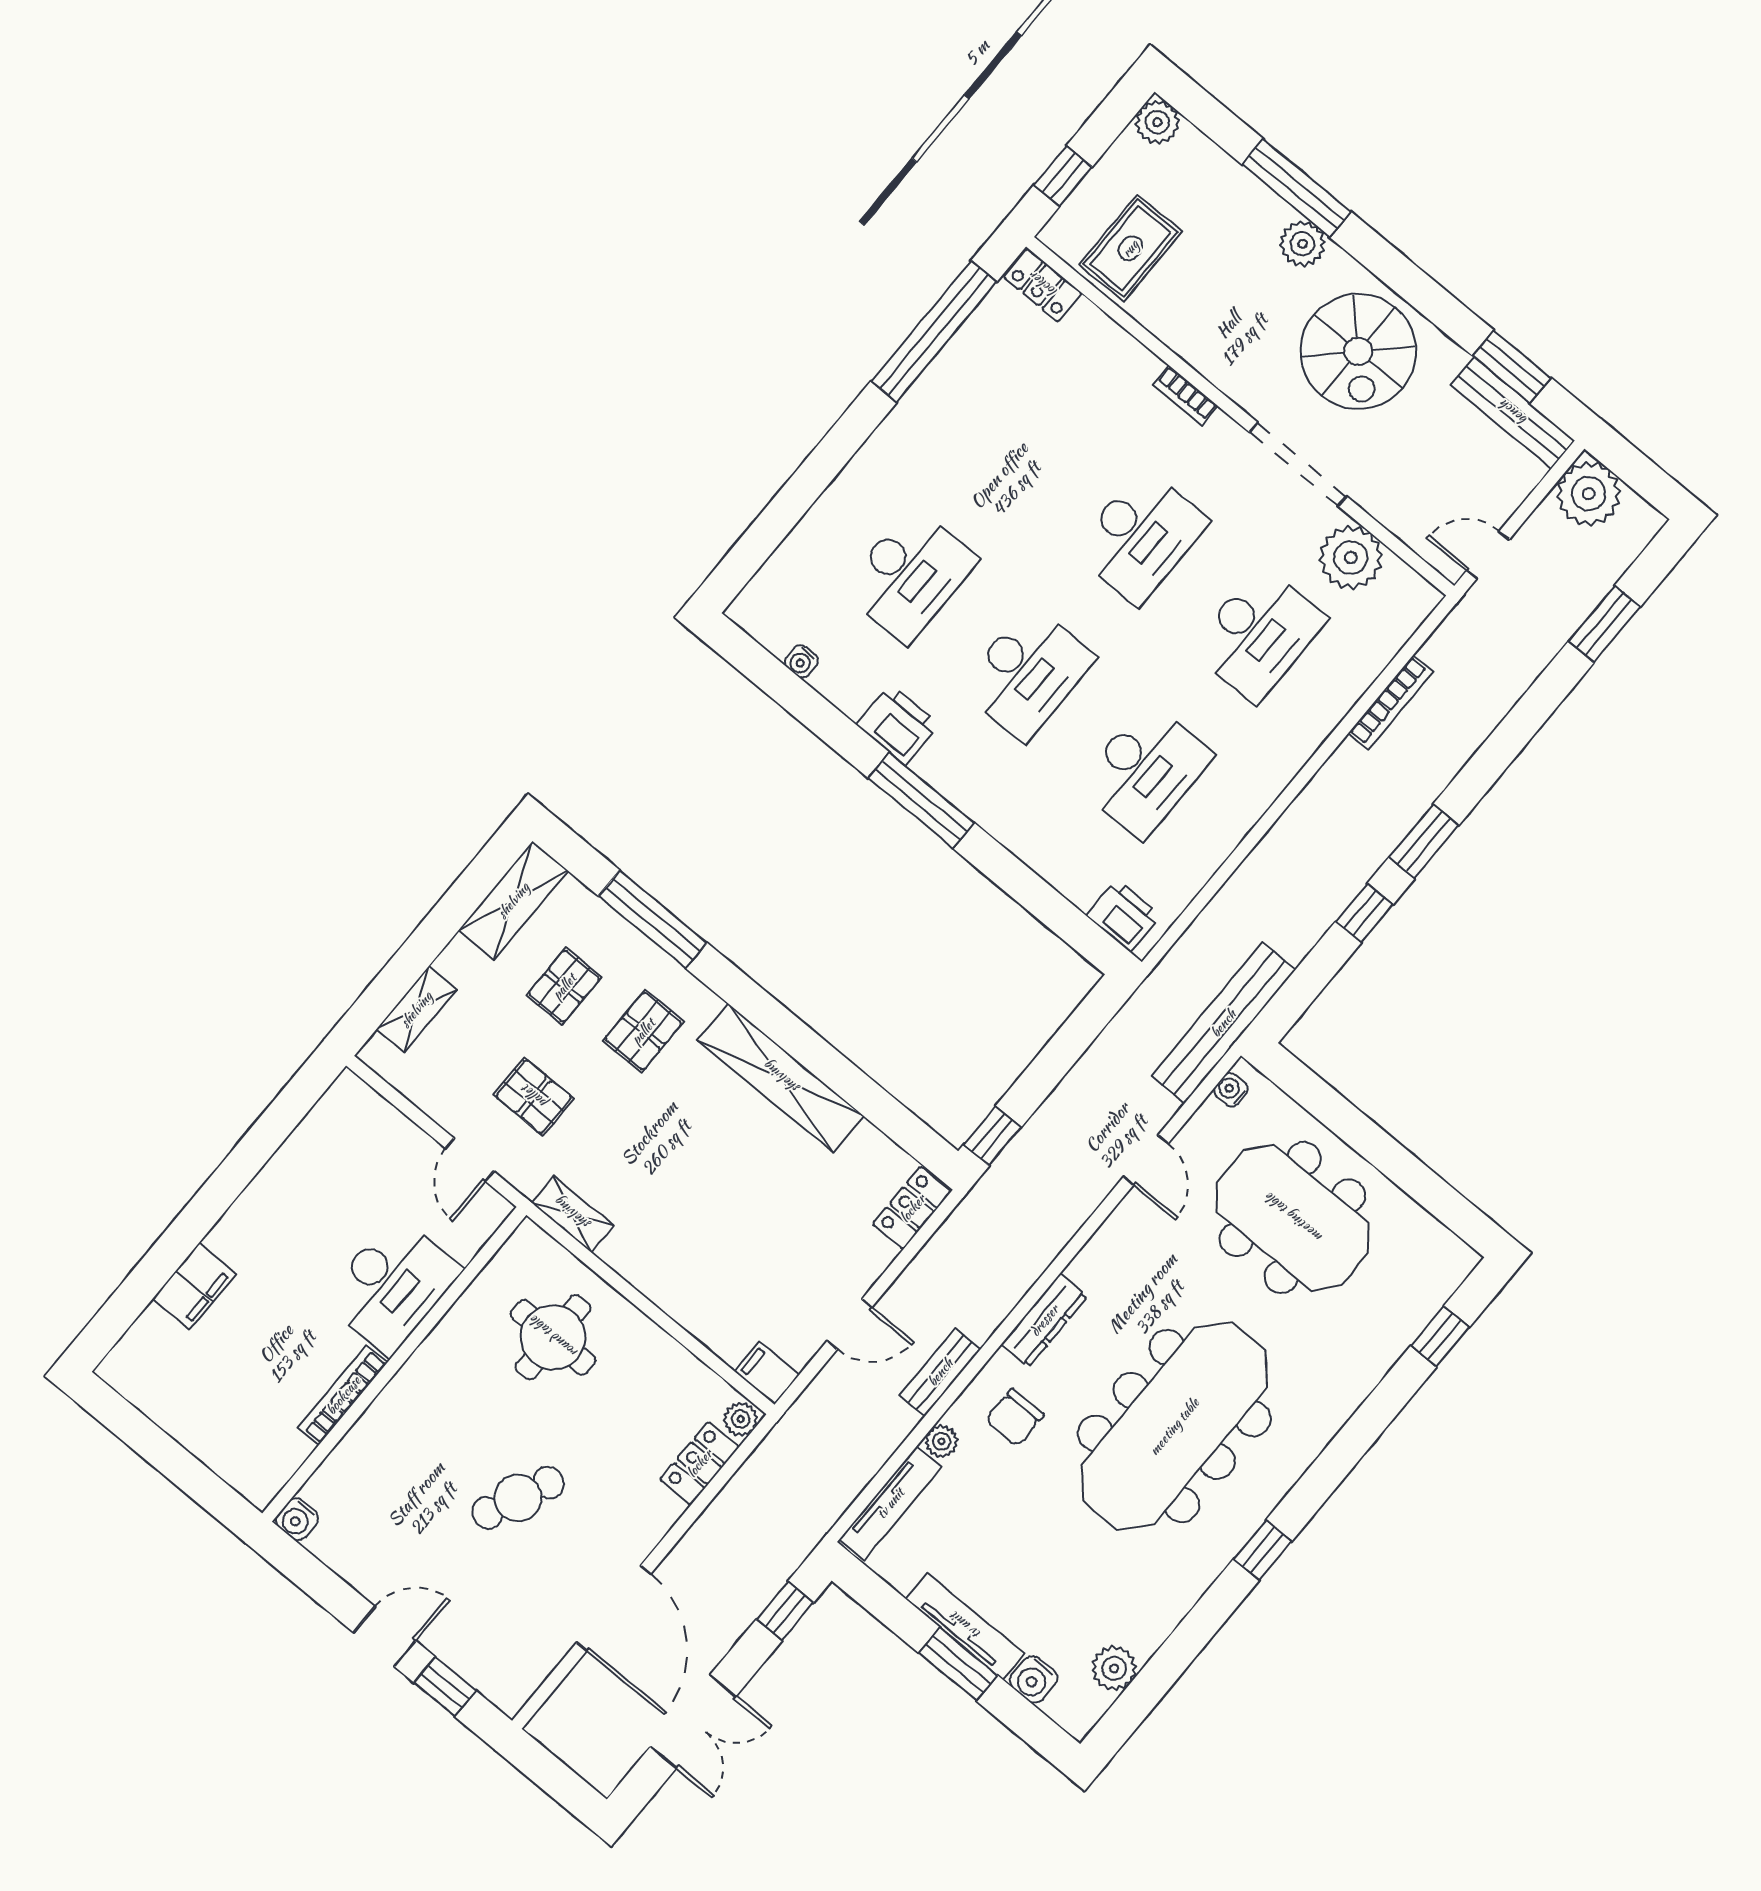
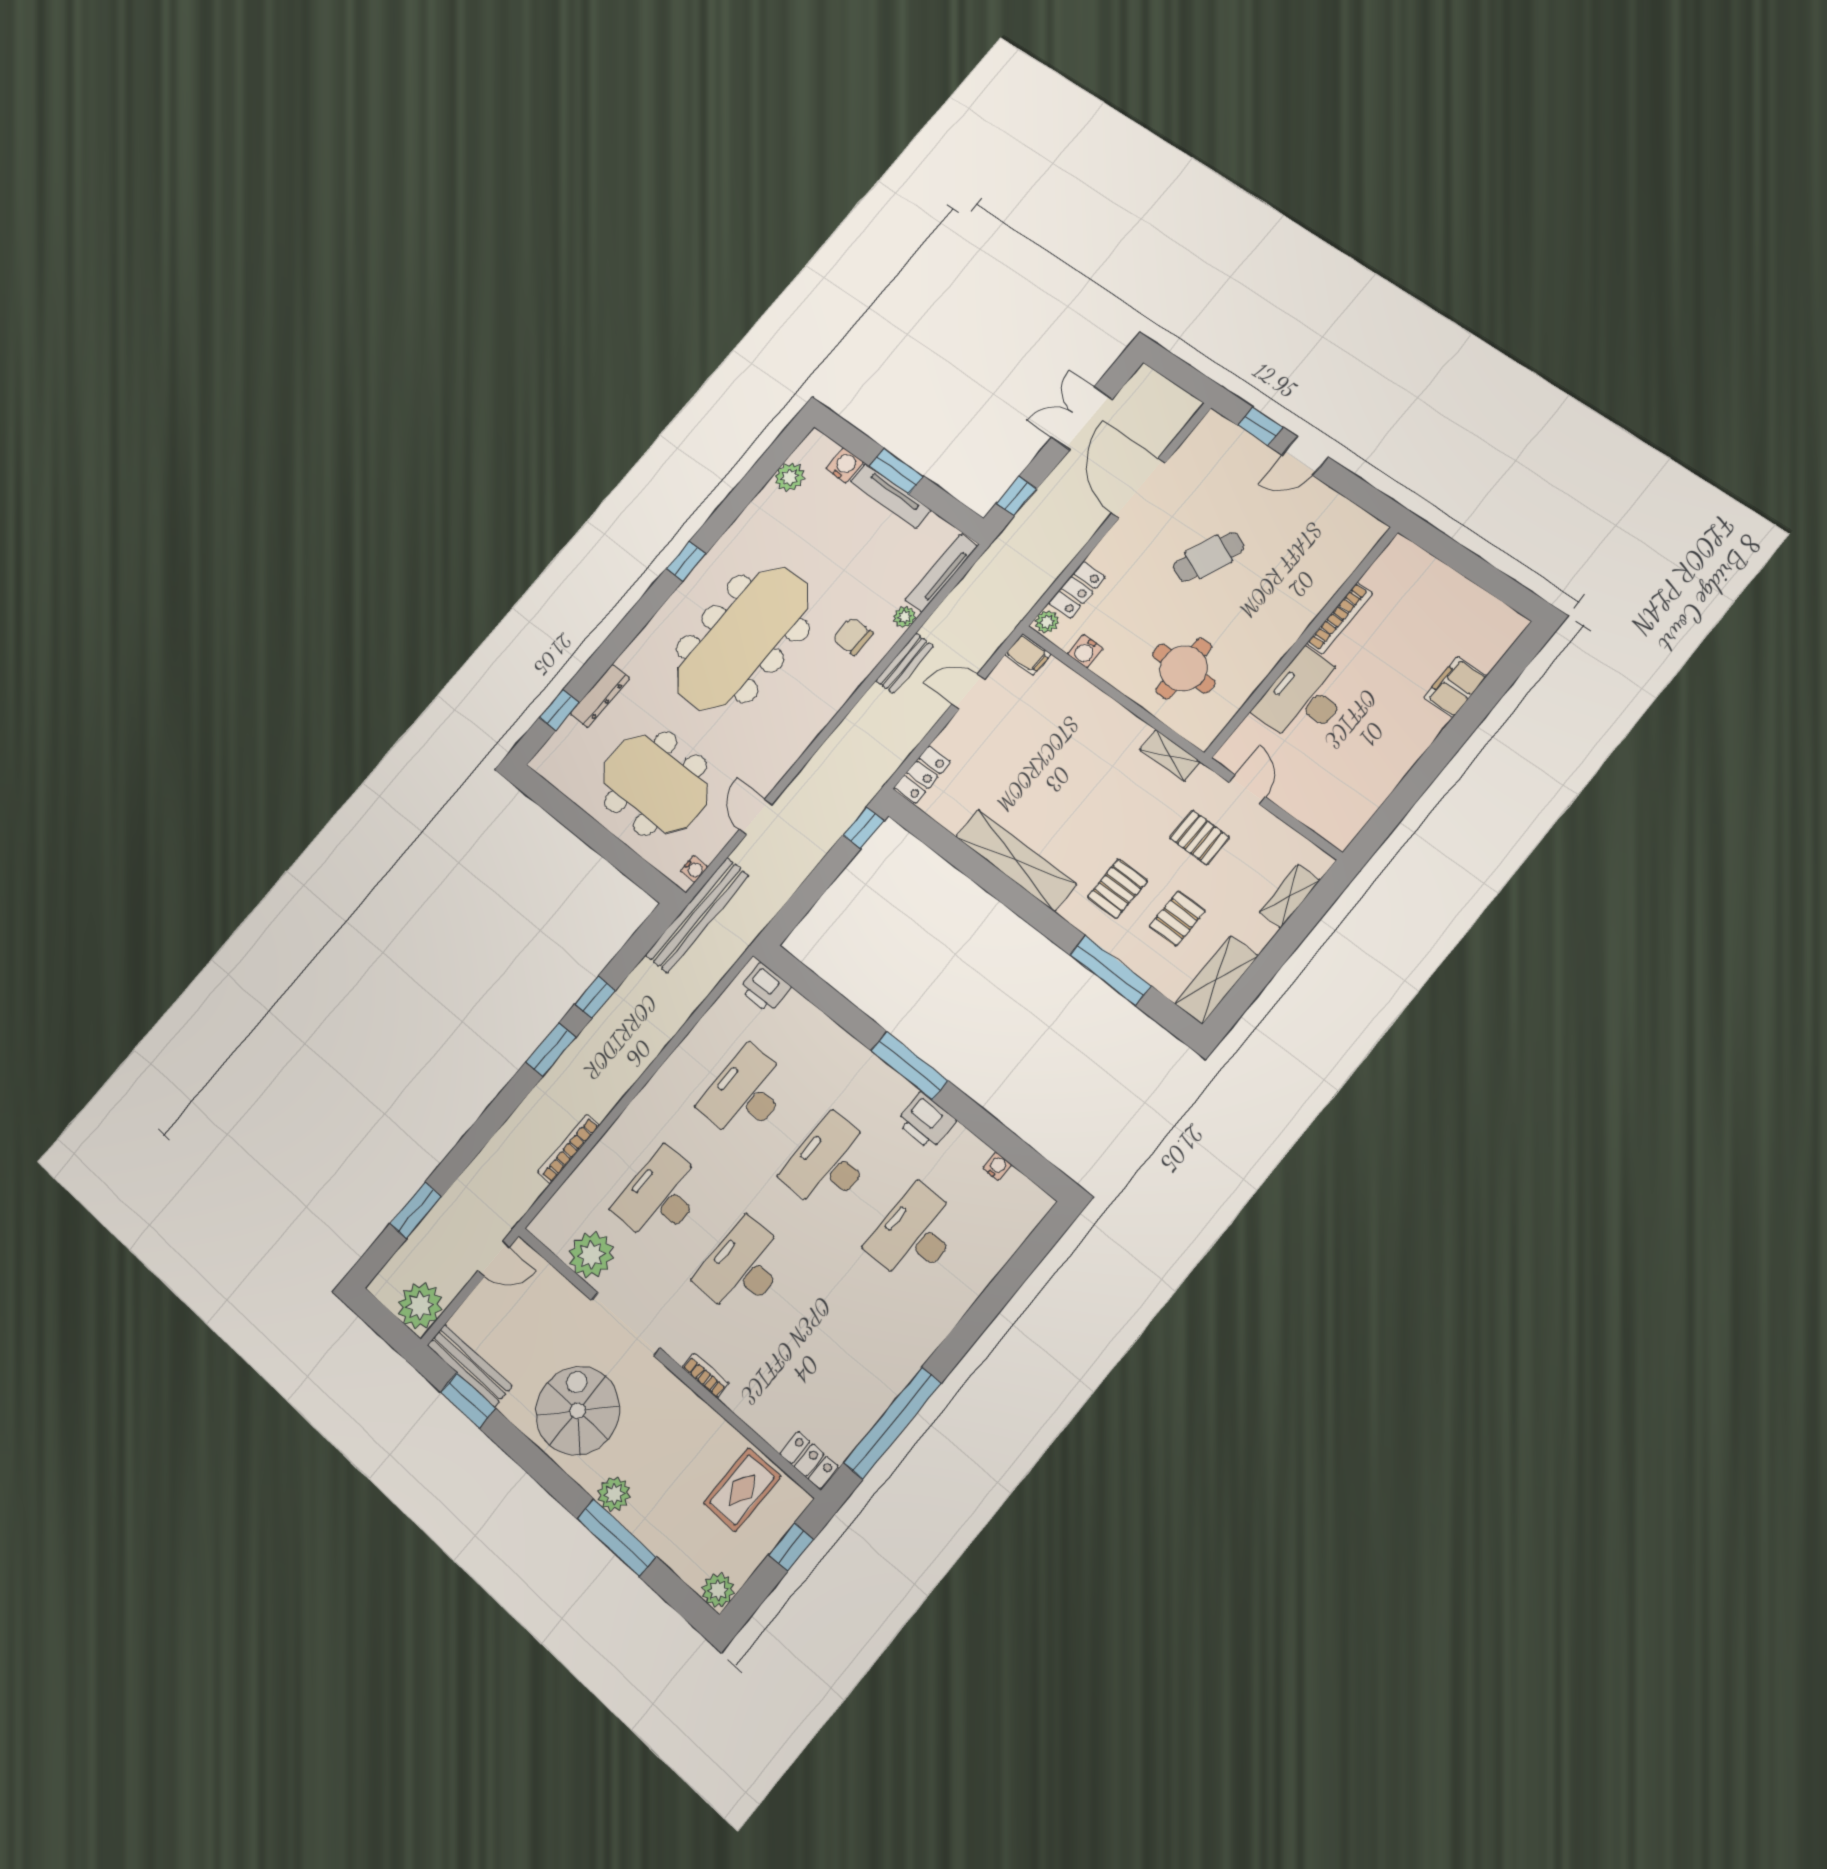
dresser: (1044, 1320) -> (600, 696), moved, turned 180
chair: (1015, 1417) -> (853, 636), turned -90
water cooler: (297, 1519) -> (1085, 651), moved, turned 180

